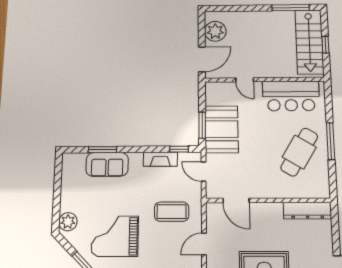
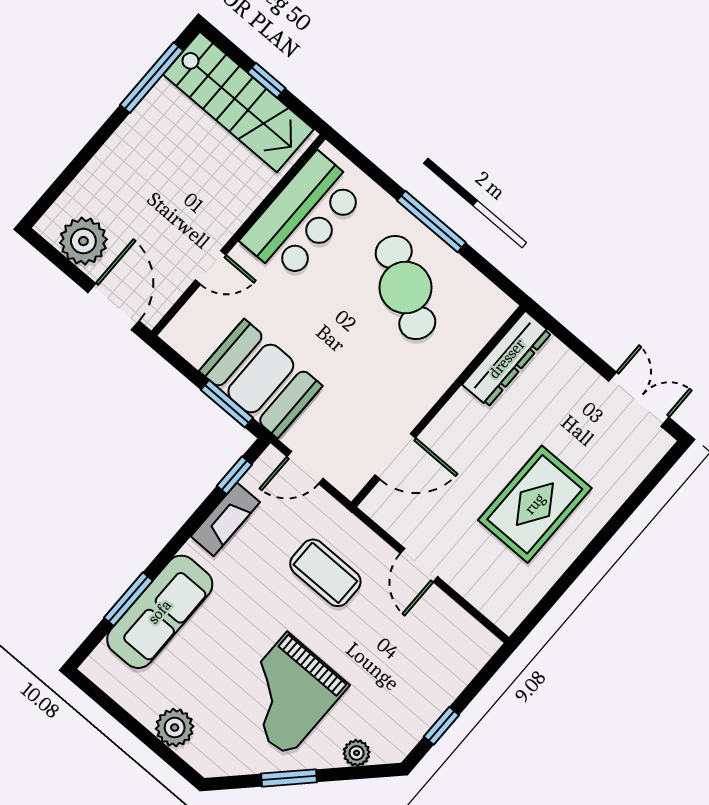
sofa: (107, 164) -> (160, 612), width x1.36
coffee table: (172, 212) -> (325, 573), turned 90
plant: (68, 222) -> (175, 728), moved

